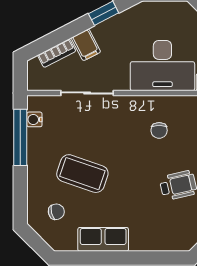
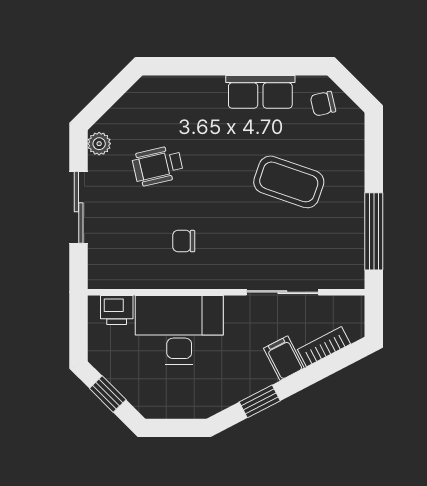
water cooler: (34, 119) -> (354, 256), removed
chair: (159, 130) -> (184, 241), turned -90
chair: (56, 212) -> (323, 104), moved

